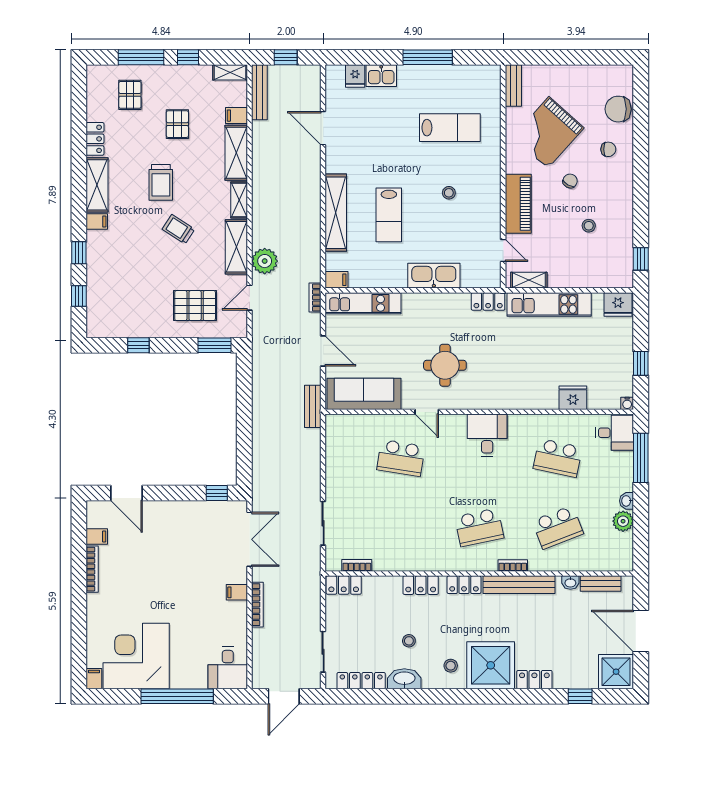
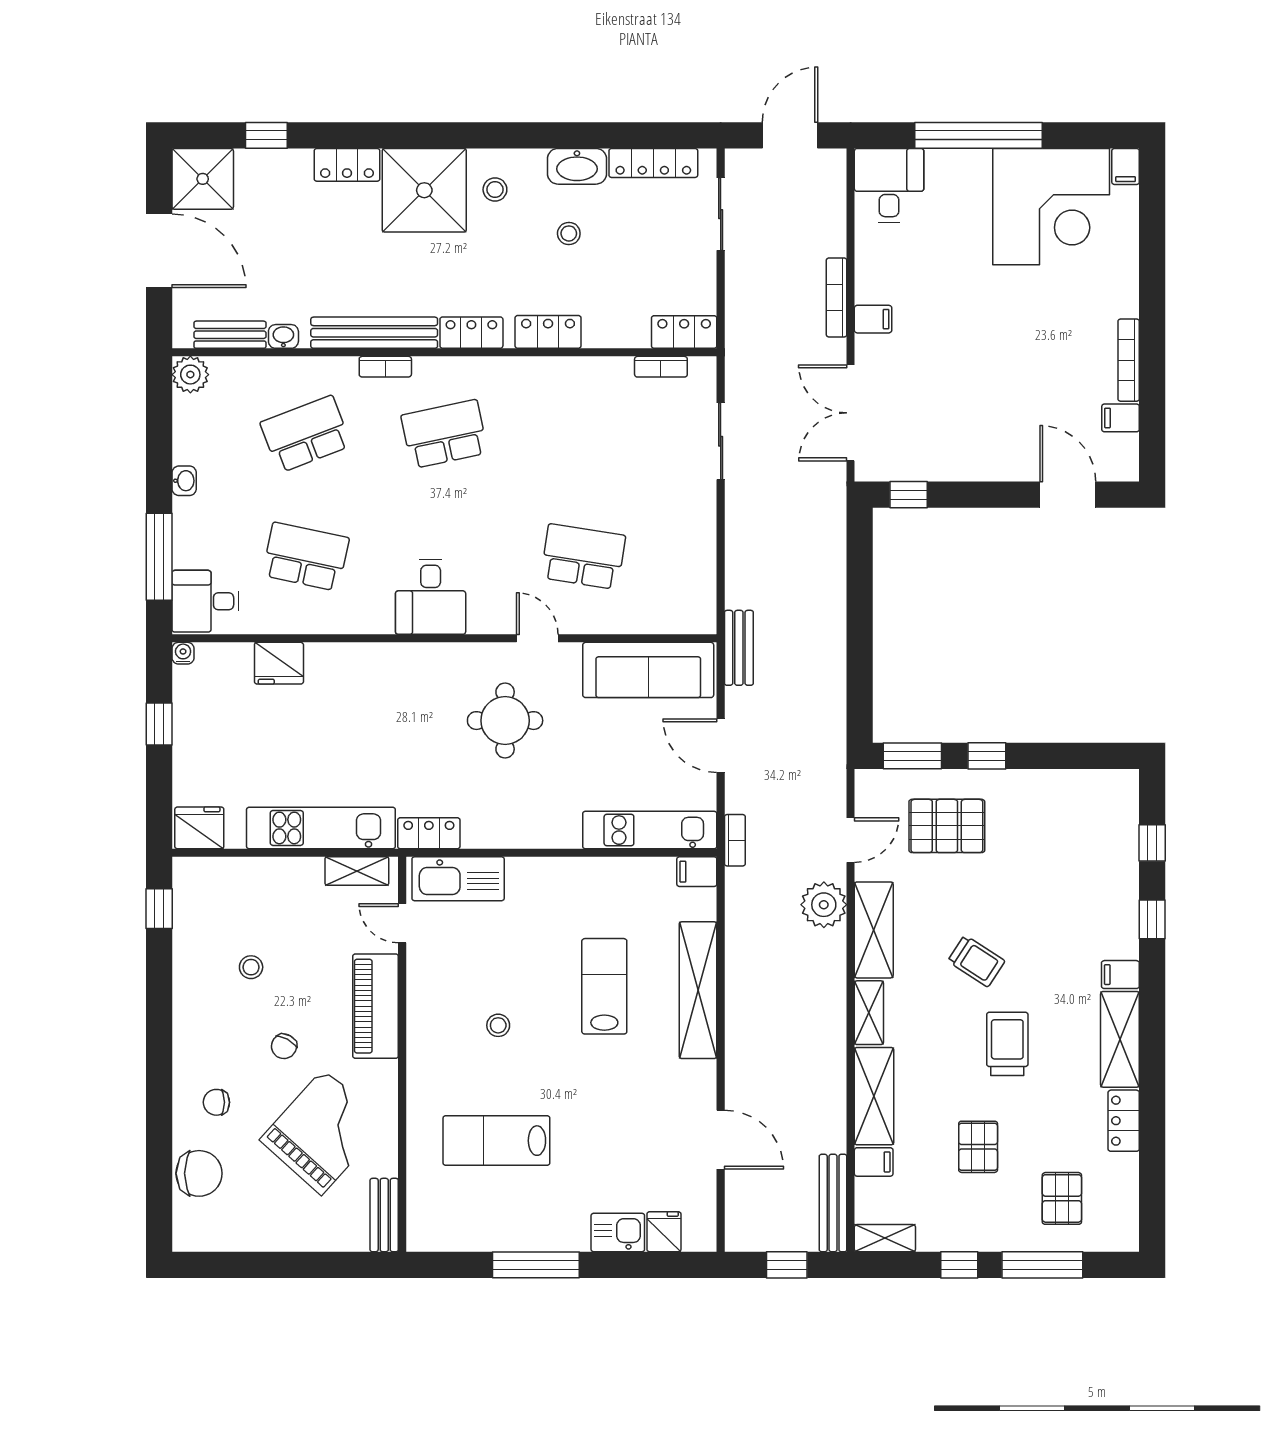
kitchen sink: (434, 276) -> (458, 879), moved
window: (138, 345) -> (987, 756), moved
plant: (623, 521) -> (190, 375), moved

